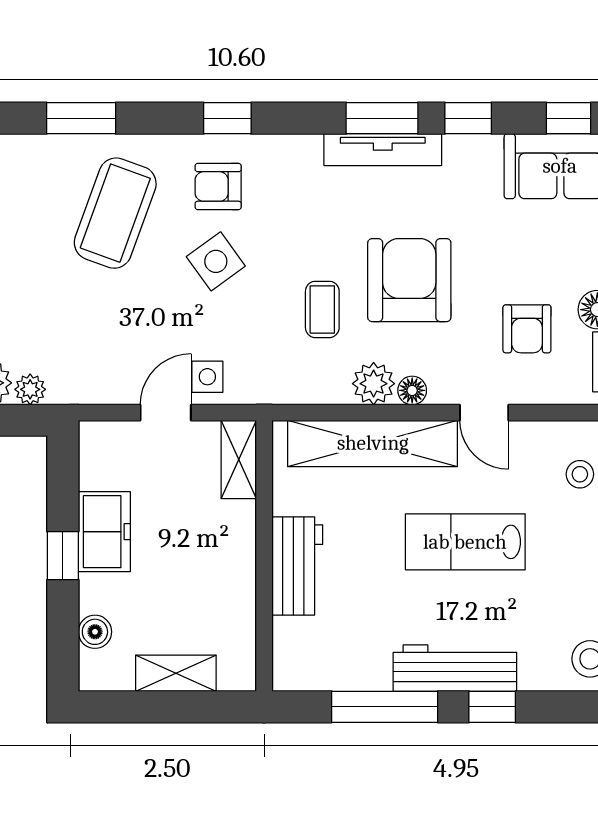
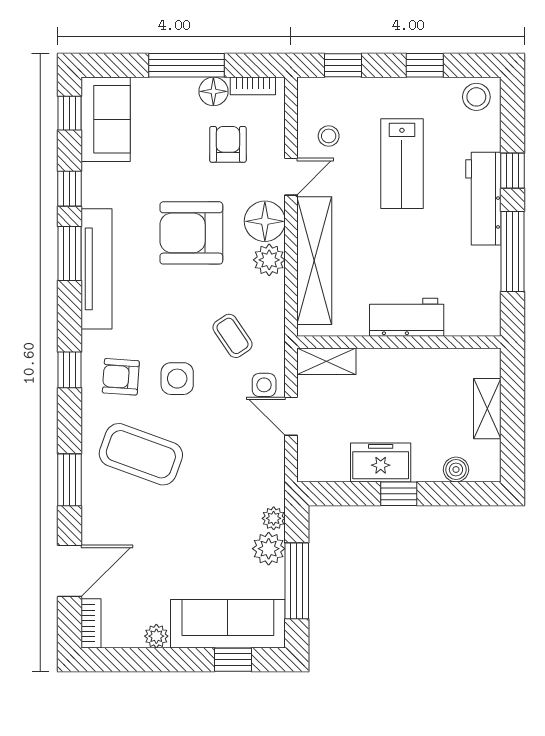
tv unit: (383, 150) -> (97, 269), width x1.36, depth x1.29
armchair: (218, 186) -> (121, 377), turned 94
side table: (216, 261) -> (177, 379), turned 36
coffee table: (322, 309) -> (232, 336), moved, turned 56
armchair: (527, 329) -> (228, 144), turned -90
floor lamp: (412, 390) -> (265, 221), width x1.89, depth x1.89
stool: (580, 474) -> (329, 136), moved
lab bench: (465, 542) -> (402, 164), moved

